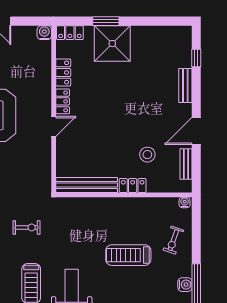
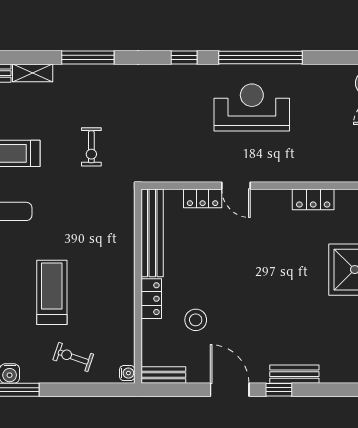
window: (196, 58) -> (279, 390), moved
locker: (63, 101) -> (203, 198), moved
bench: (186, 164) -> (163, 375), moved

